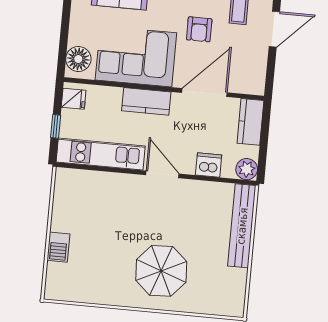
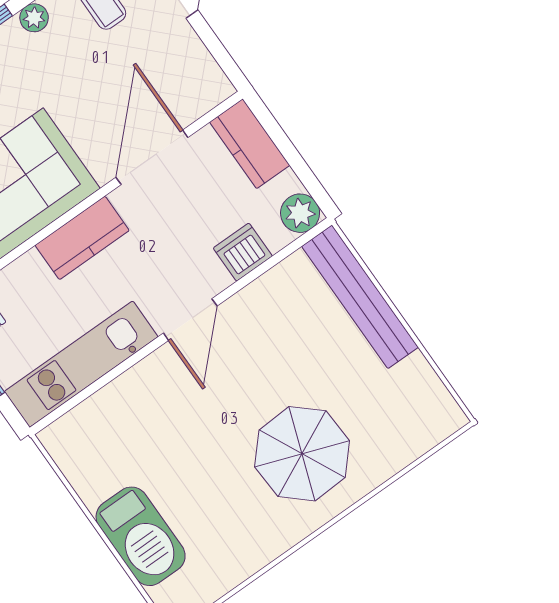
armchair: (199, 29) -> (70, 76), removed
door: (162, 174) -> (190, 320), swing flipped
barbecue: (58, 247) -> (141, 536), width x1.88, depth x1.53

